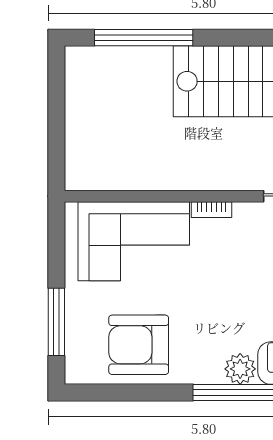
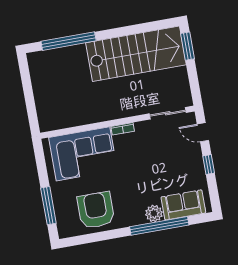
armchair: (139, 345) -> (96, 210), turned 90

